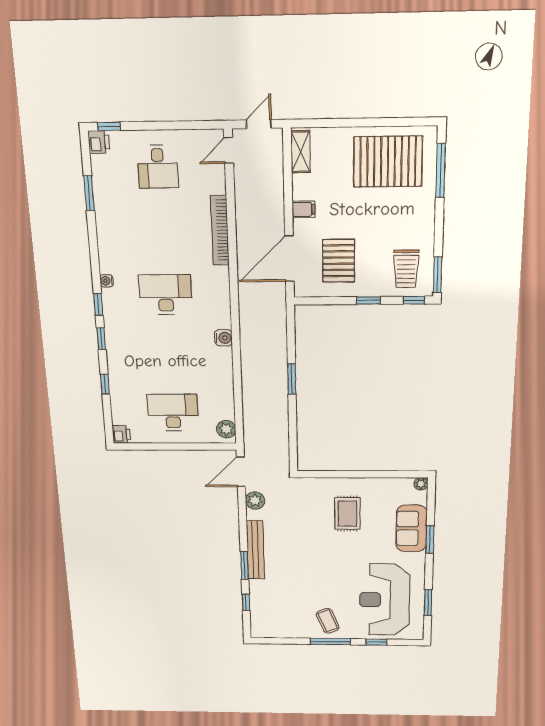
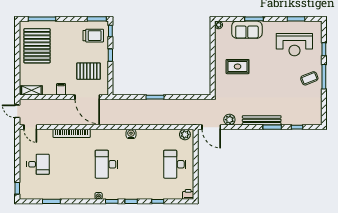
printer: (99, 142) -> (25, 194), removed
reception desk: (384, 600) -> (294, 45), width x0.74, depth x0.77

